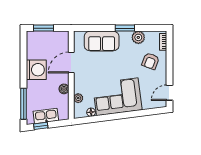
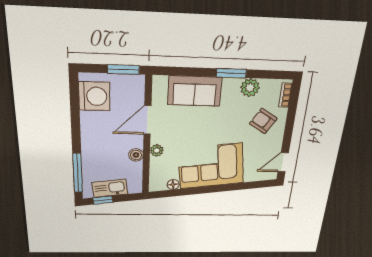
window: (44, 28) -> (123, 69), moved
armchair: (151, 61) -> (263, 121), turned 101
washing machine: (36, 70) -> (94, 96), moved
plant: (78, 98) -> (157, 150), moved

